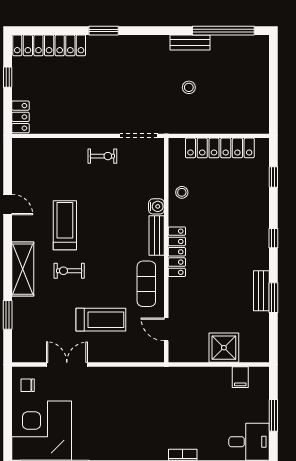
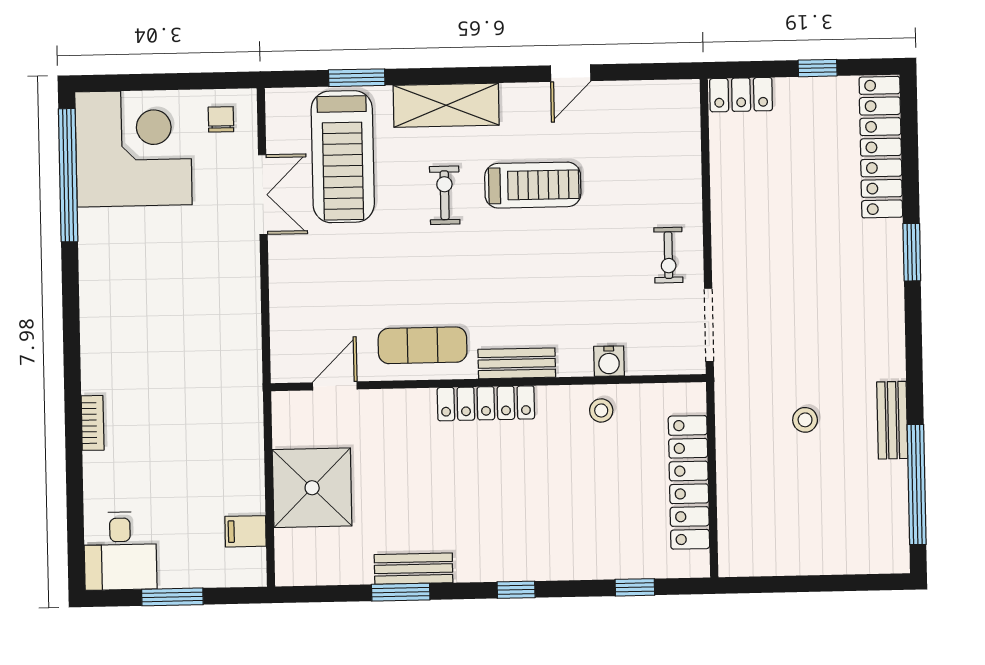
water cooler: (156, 206) -> (609, 361), moved
treadmill: (101, 320) -> (343, 157), moved, width x1.37, depth x1.38
shower: (224, 348) -> (312, 488), width x1.37, depth x1.37

